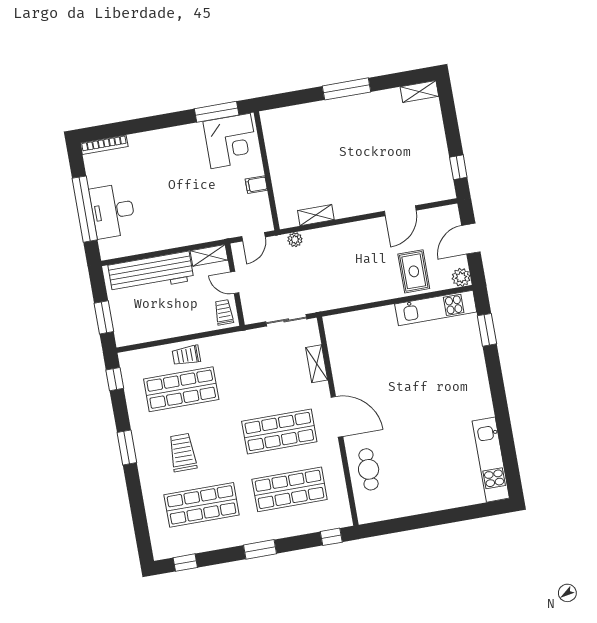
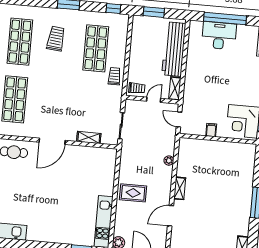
door: (400, 211) -> (170, 216), hinge flipped
shelving: (316, 215) -> (180, 188), moved
plant: (295, 240) -> (169, 161), moved
rug: (414, 271) -> (133, 193), moved
trolley: (186, 355) -> (114, 76), moved
shop shelf: (279, 432) -> (53, 103), removed
trolley: (183, 452) -> (56, 39), turned -84

